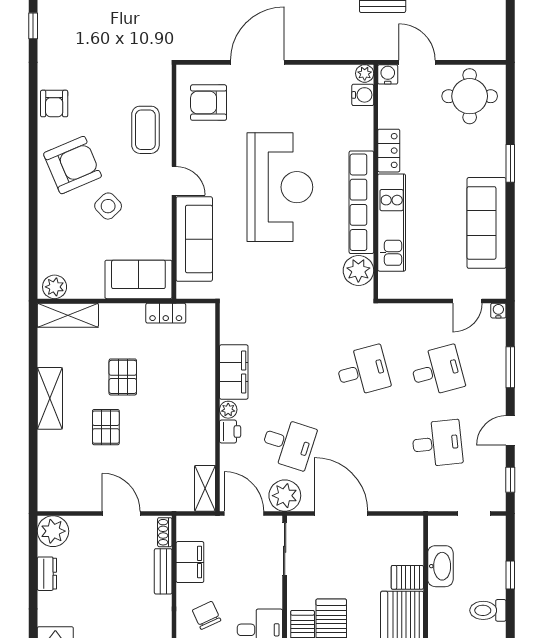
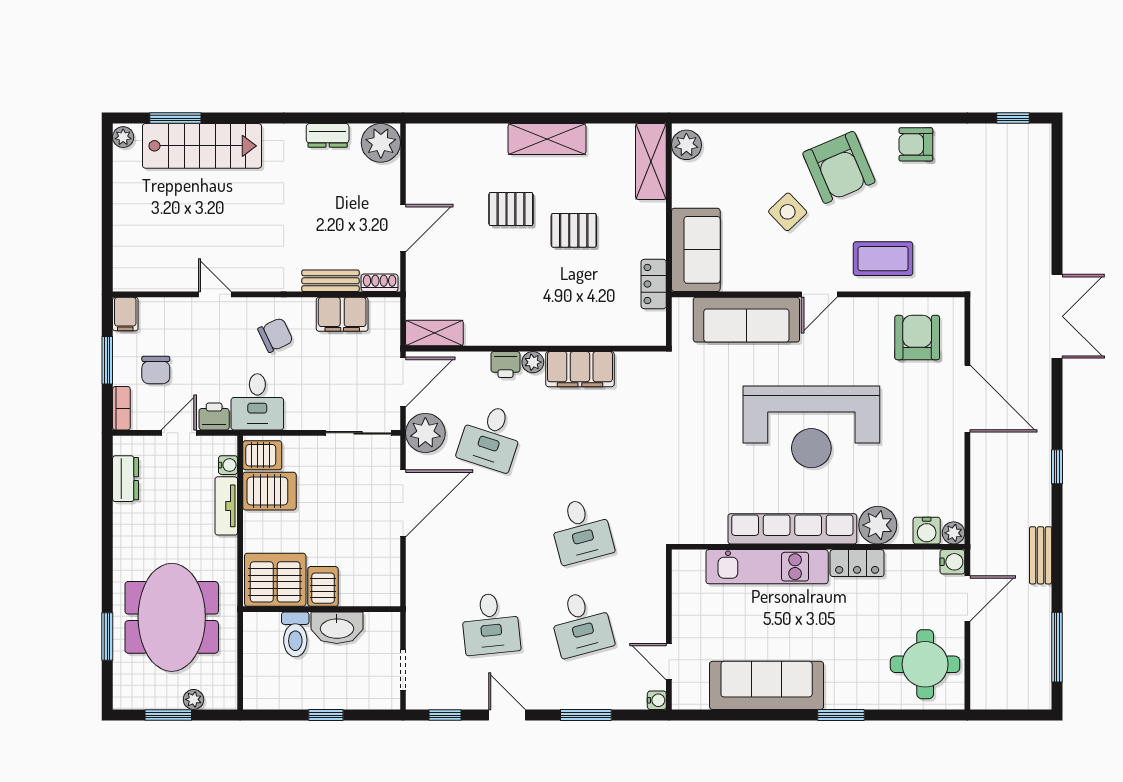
plant: (358, 270) -> (878, 525), moved
toilet: (488, 610) -> (295, 634), moved, turned 180

